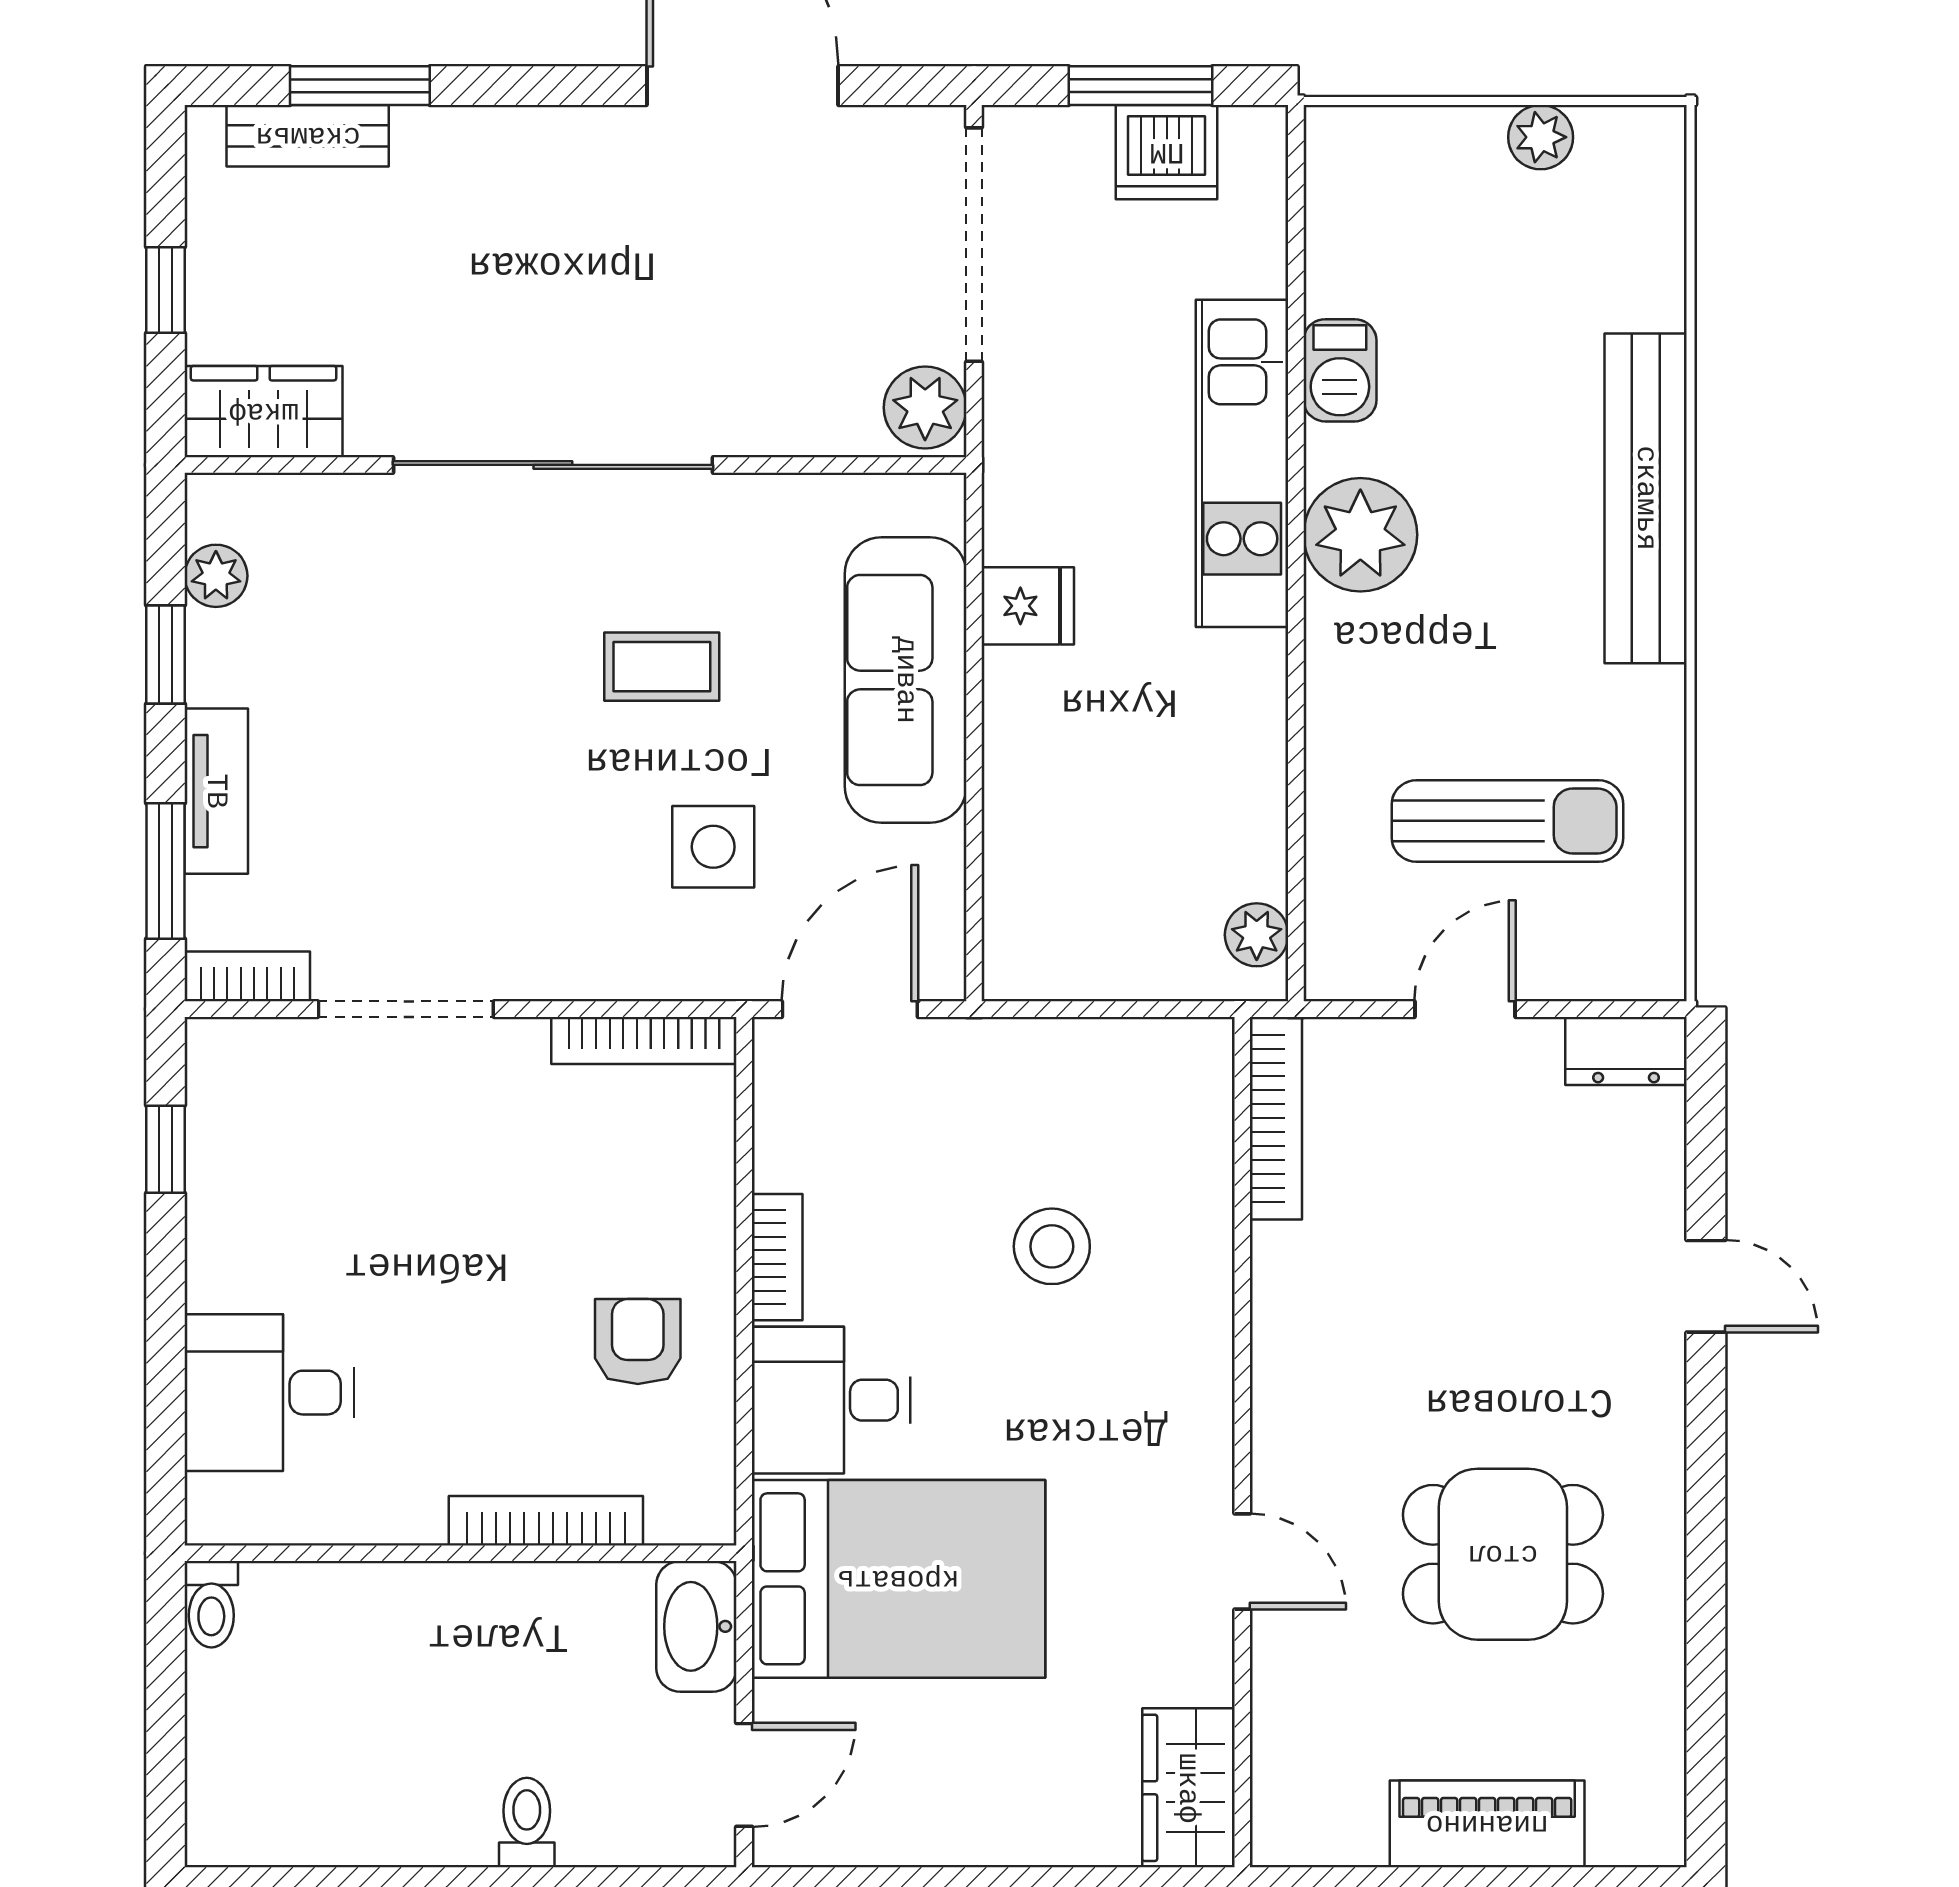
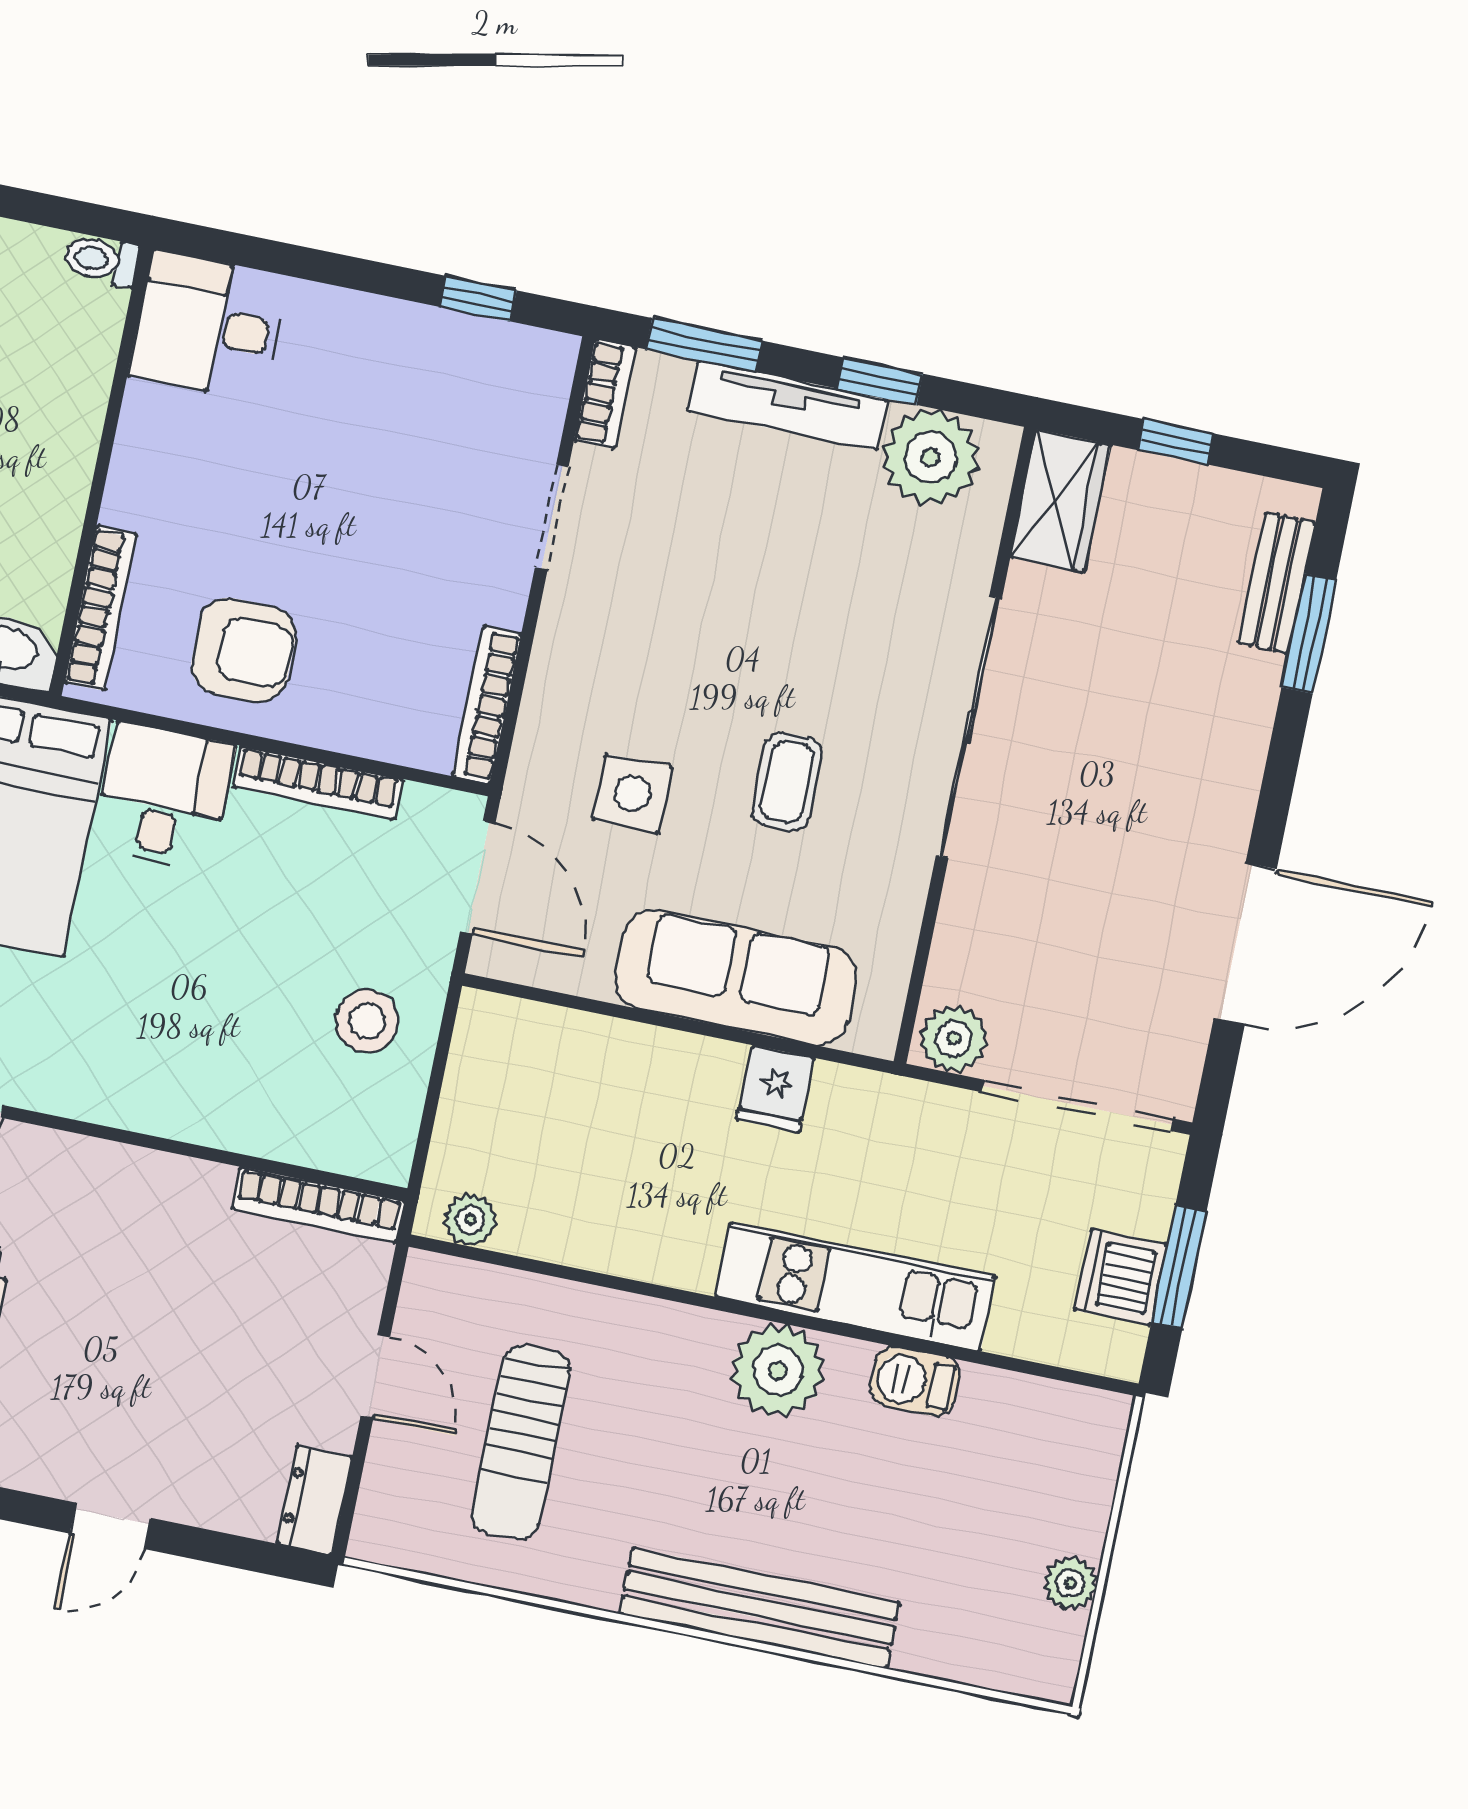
plant: (216, 576) -> (930, 457), width x1.88, depth x1.88
tv unit: (216, 791) -> (788, 405), width x1.41
doorway: (406, 1009) -> (552, 517), width x0.73
stool: (1052, 1246) -> (367, 1021), moved
bookcase: (777, 1257) -> (318, 783), width x1.56
armchair: (638, 1341) -> (243, 650), width x1.38, depth x1.38
desk: (269, 1393) -> (209, 326), moved, turned -90
bookcase: (546, 1521) -> (100, 608), moved

